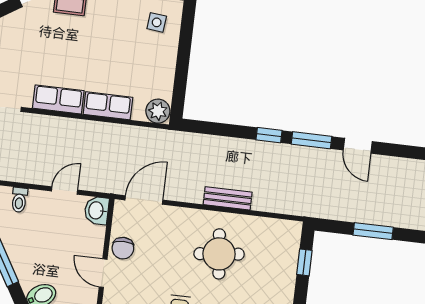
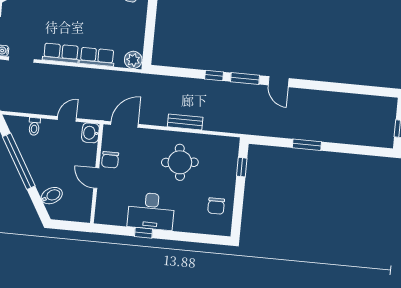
window: (373, 231) -> (307, 145), moved

